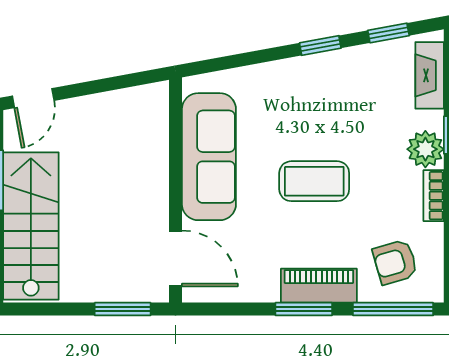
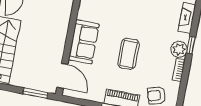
sofa: (209, 157) -> (84, 42), width x0.73
coffee table: (314, 181) -> (128, 54), turned 90

